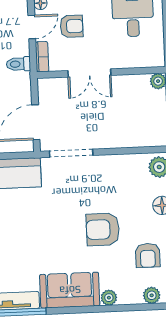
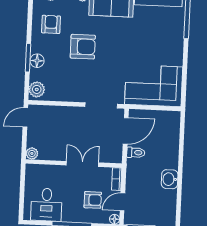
armchair: (72, 26) -> (93, 200), turned 180
toilet: (18, 64) -> (136, 153), moved

